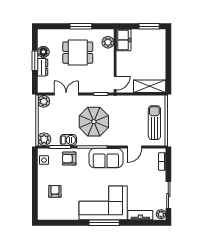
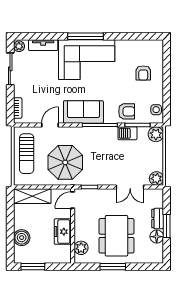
freezer: (124, 40) -> (63, 232), moved
boiler: (159, 51) -> (22, 238), added
dining table: (78, 53) -> (116, 236), width x1.38
parasol: (94, 122) -> (65, 162), moved

